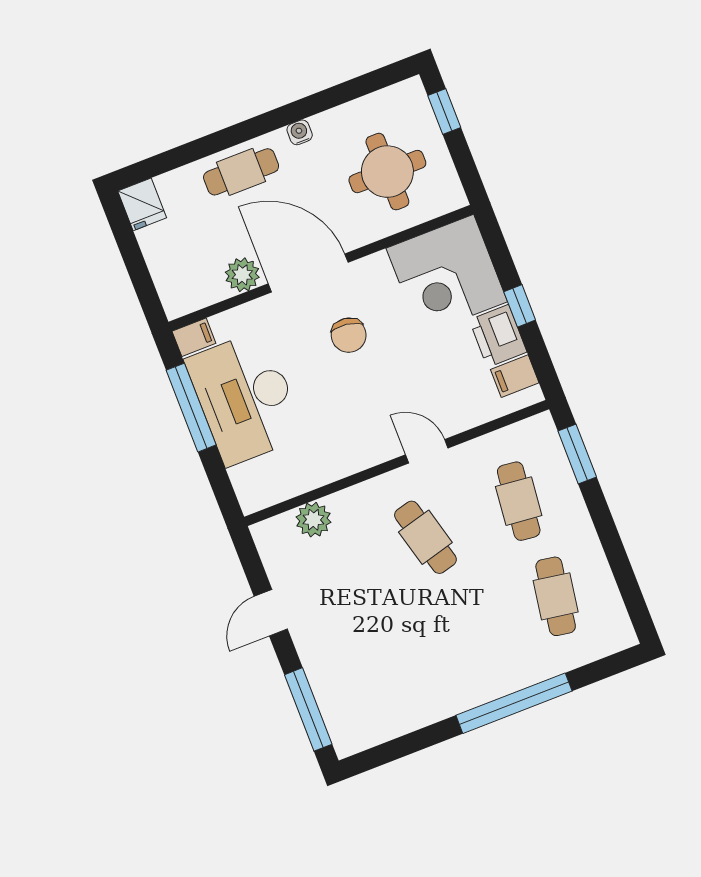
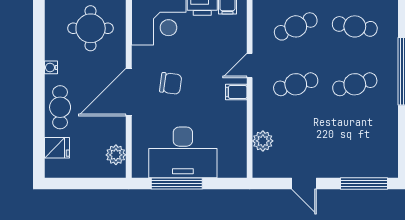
fridge: (142, 204) -> (57, 148), moved
plant: (242, 275) -> (116, 155), moved
filing cabinet: (194, 337) -> (236, 92), moved, turned -90
cafe table: (519, 501) -> (296, 26), turned -30
cafe table: (462, 632) -> (355, 84), added

